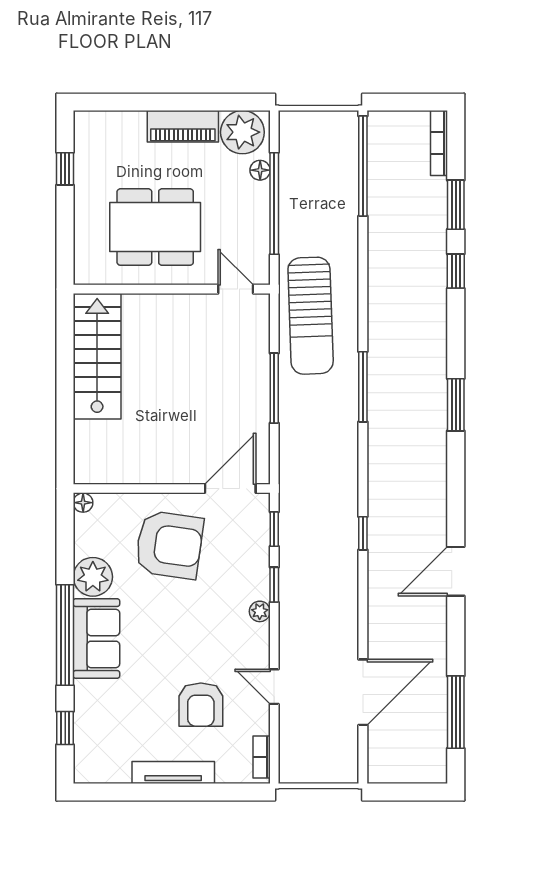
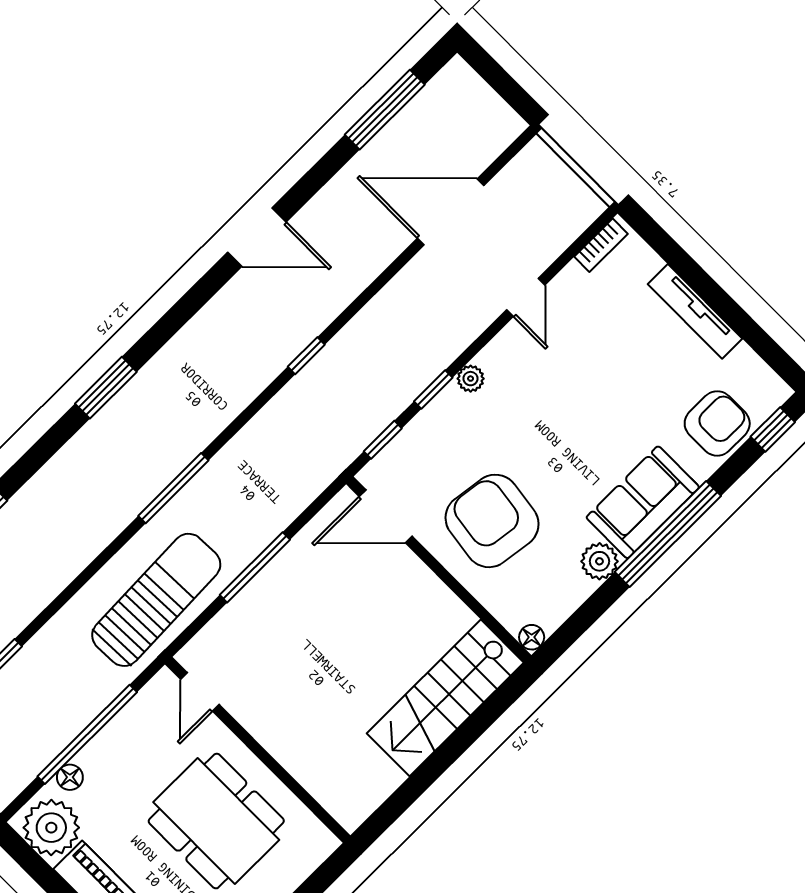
stairs: (97, 356) -> (445, 698), moved
plant: (93, 577) -> (599, 561), width x0.73, depth x0.73
armchair: (201, 705) -> (717, 423), moved
window: (65, 728) -> (773, 429), moved

